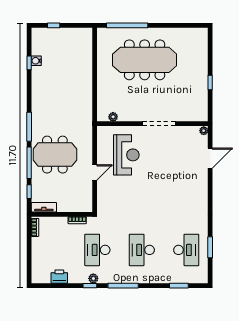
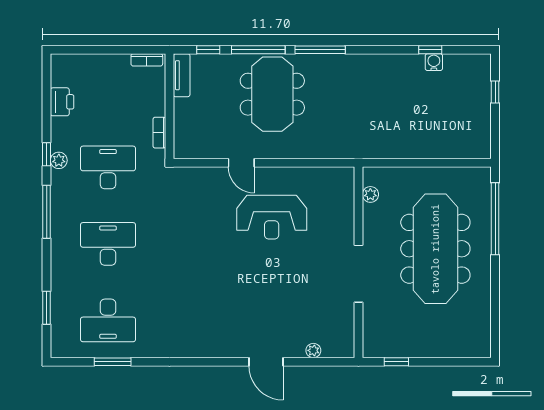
plant: (113, 117) -> (370, 194), moved
wall: (152, 124) -> (359, 262), moved
doorway: (159, 124) -> (359, 274), moved

